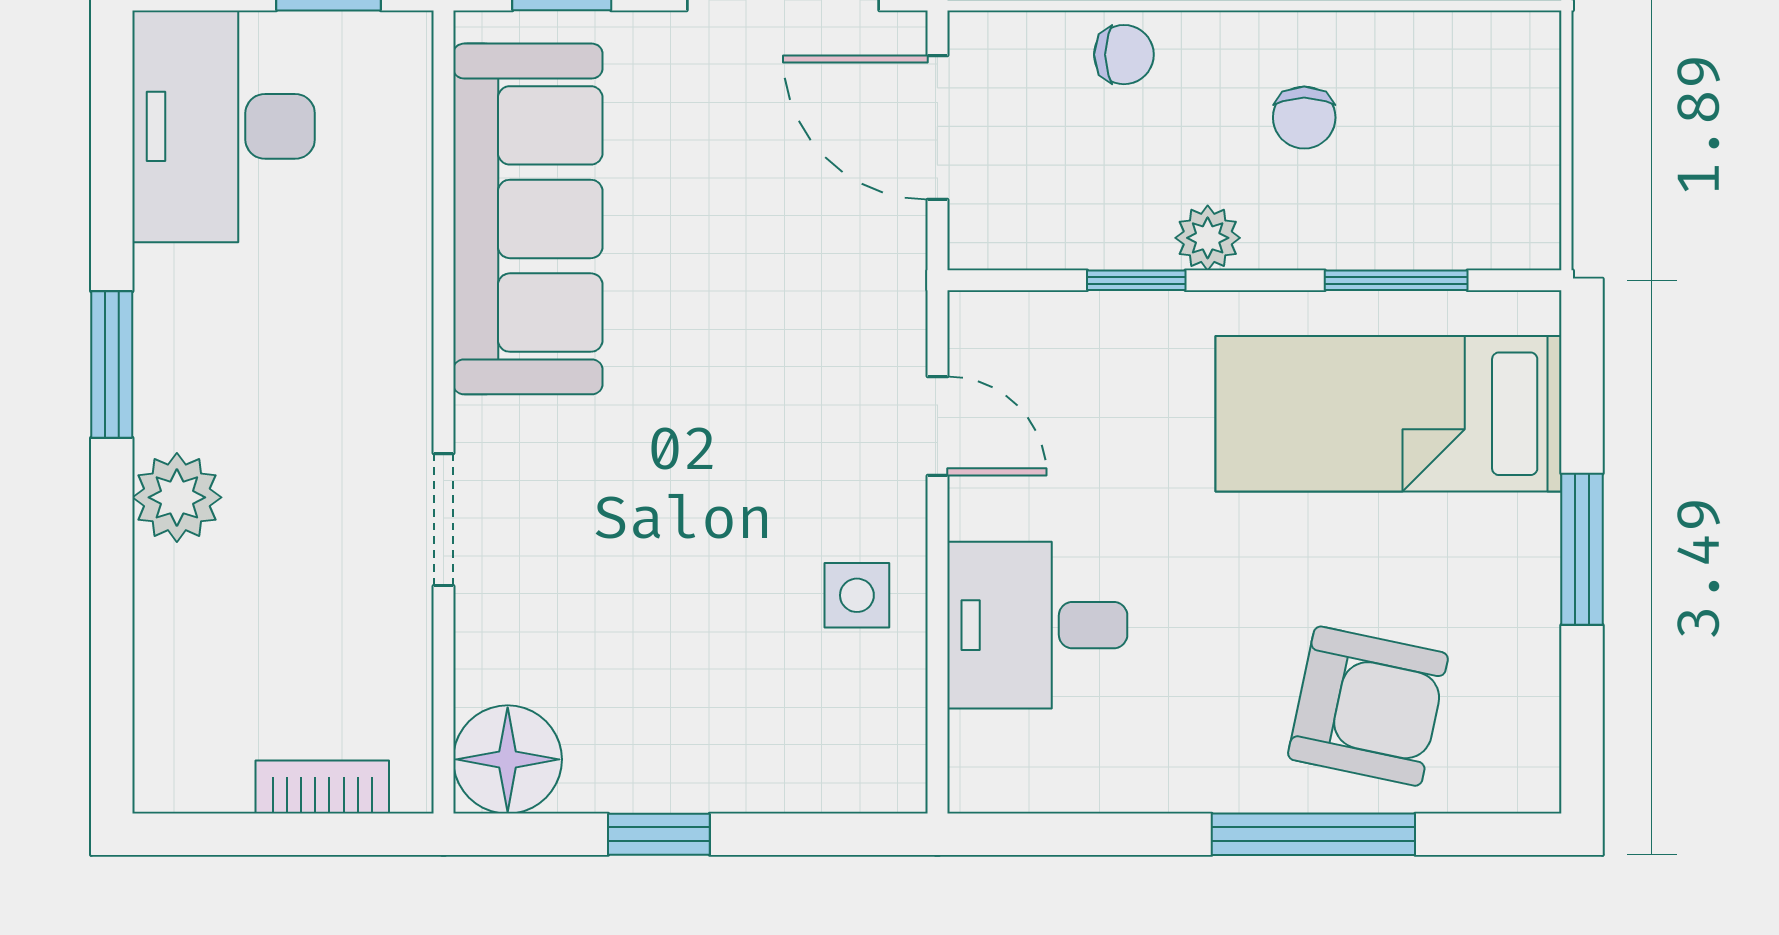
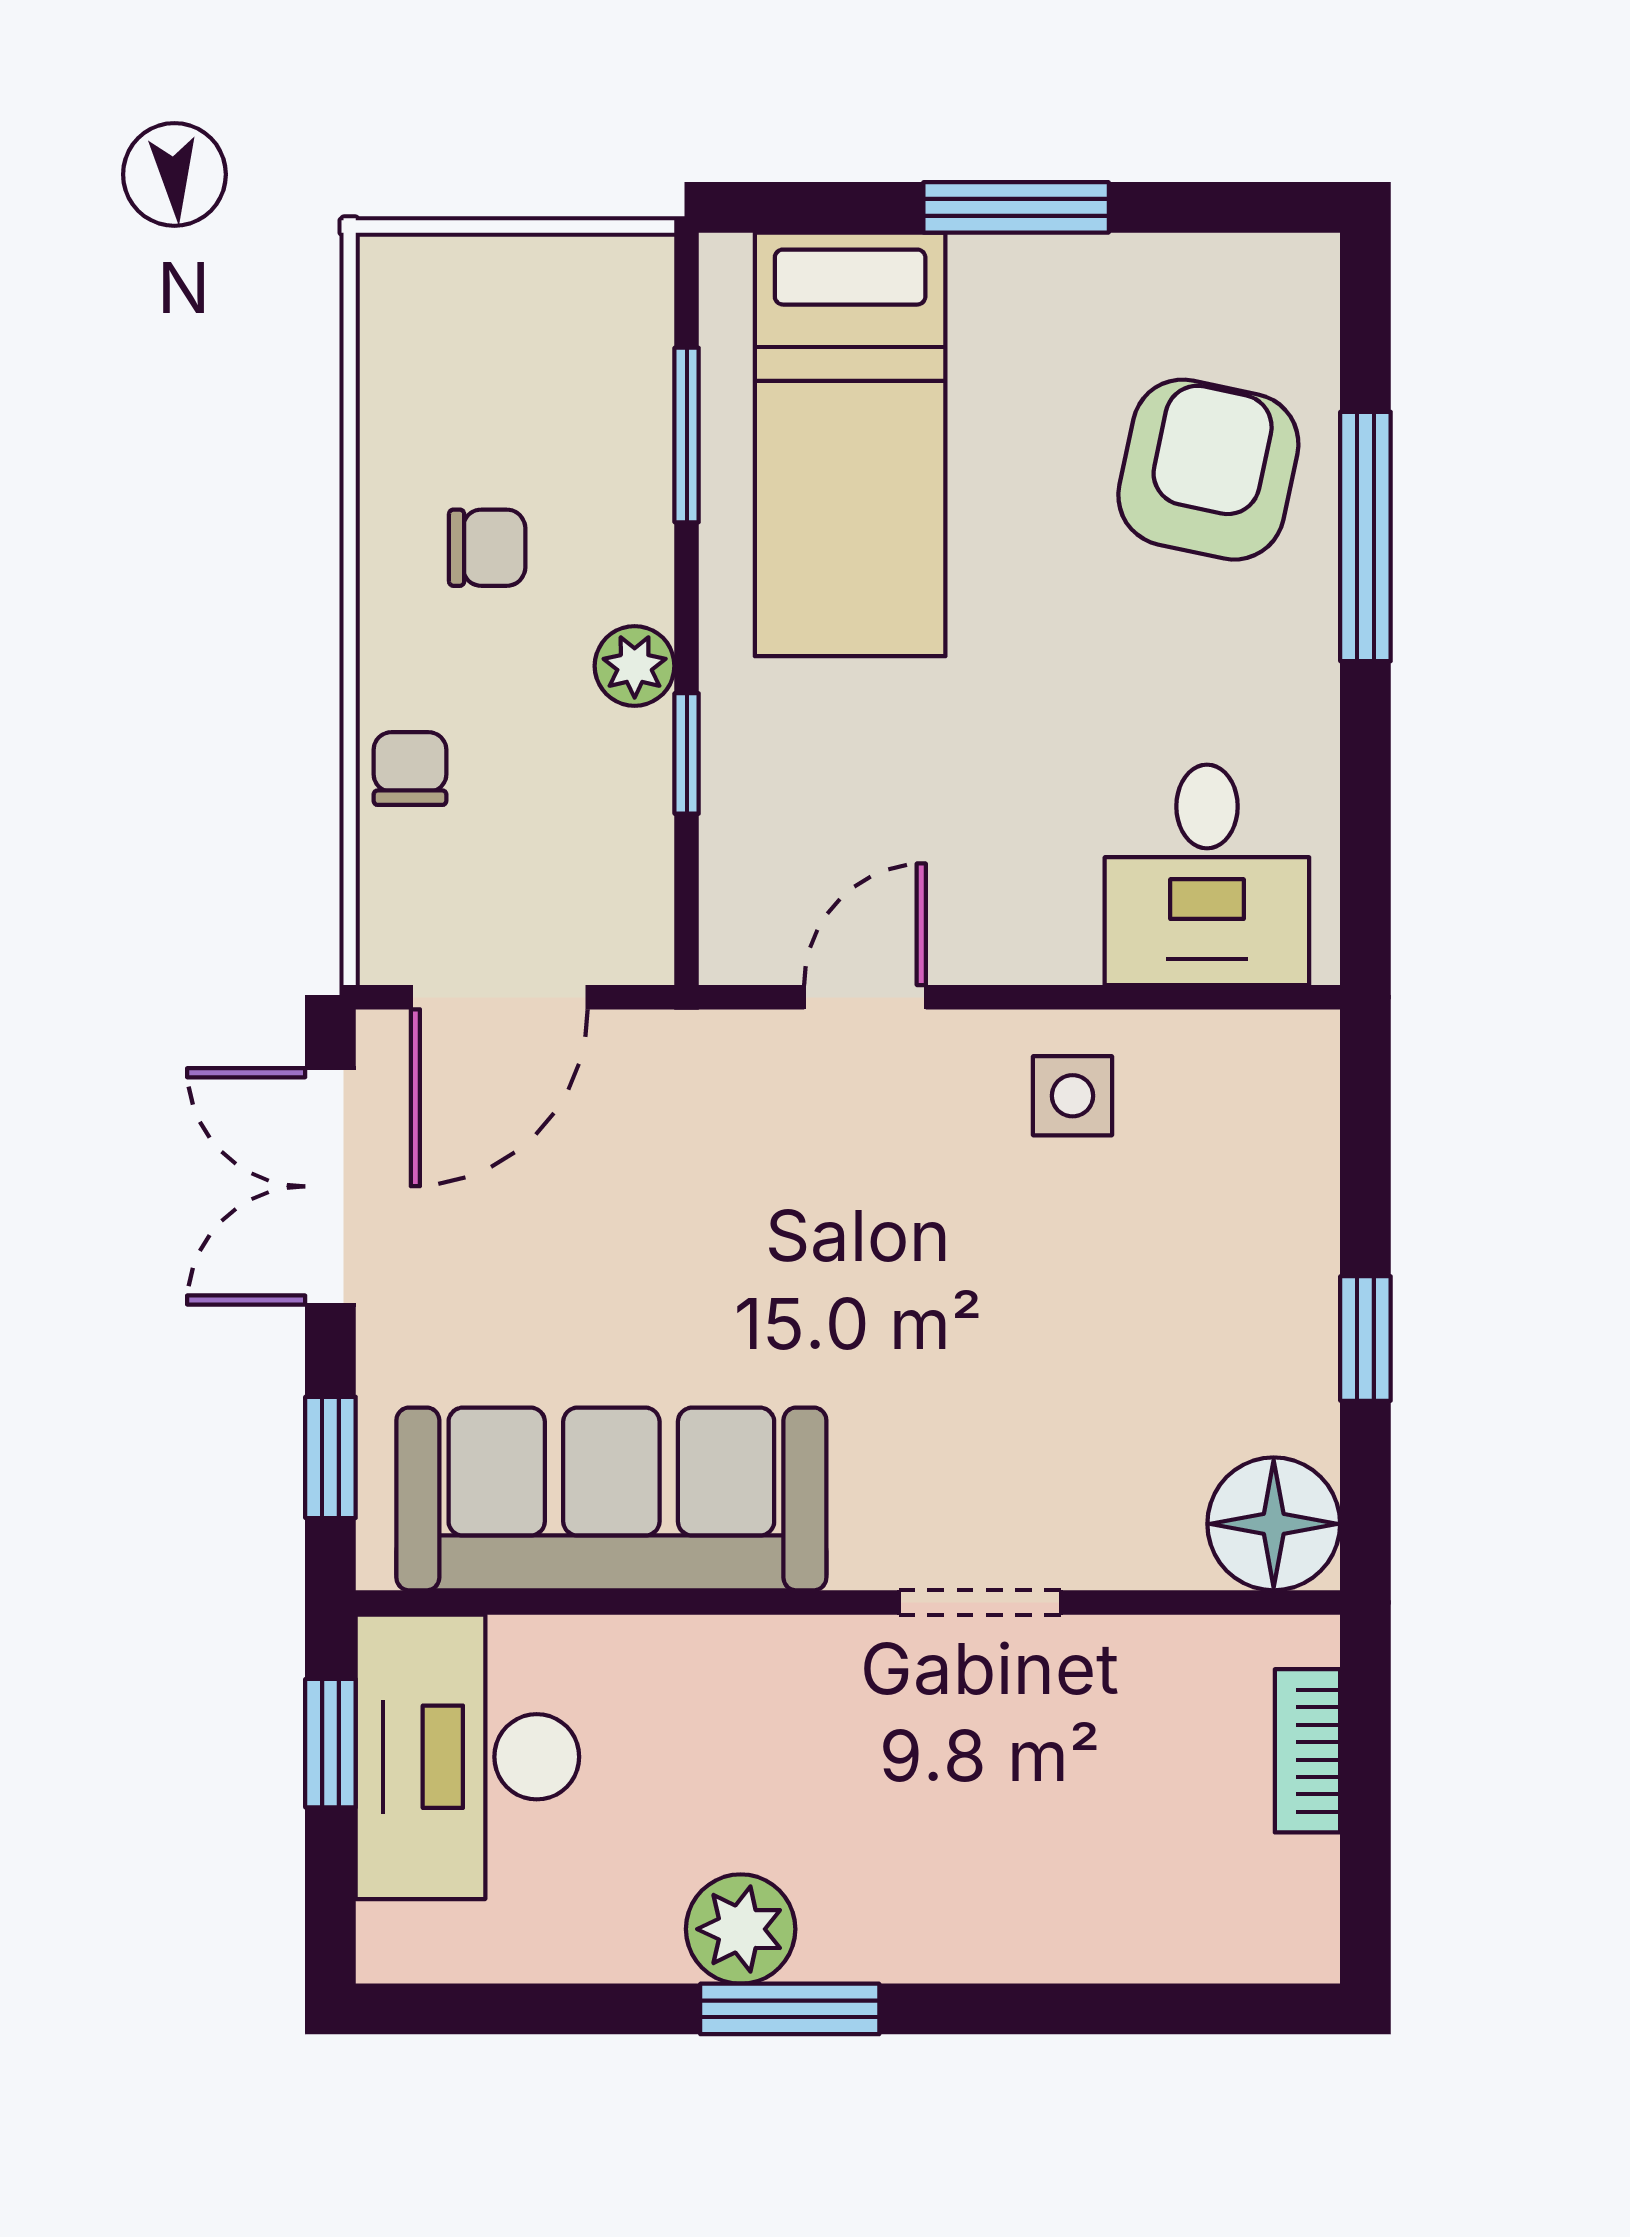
desk: (223, 126) -> (467, 1757), moved, turned 90
plant: (177, 497) -> (741, 1929), moved
desk: (1037, 625) -> (1207, 875), moved

